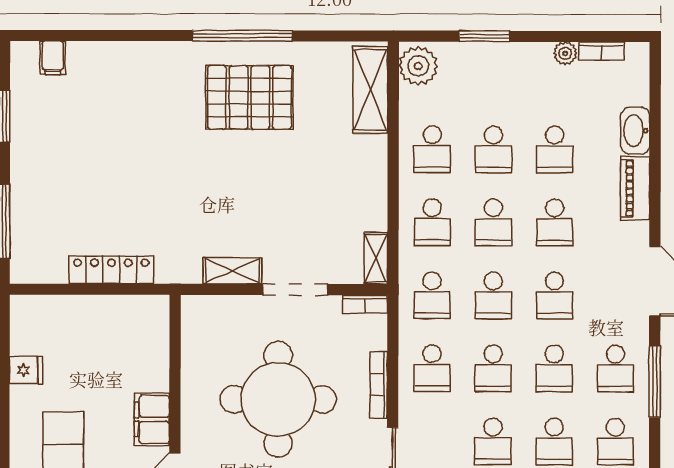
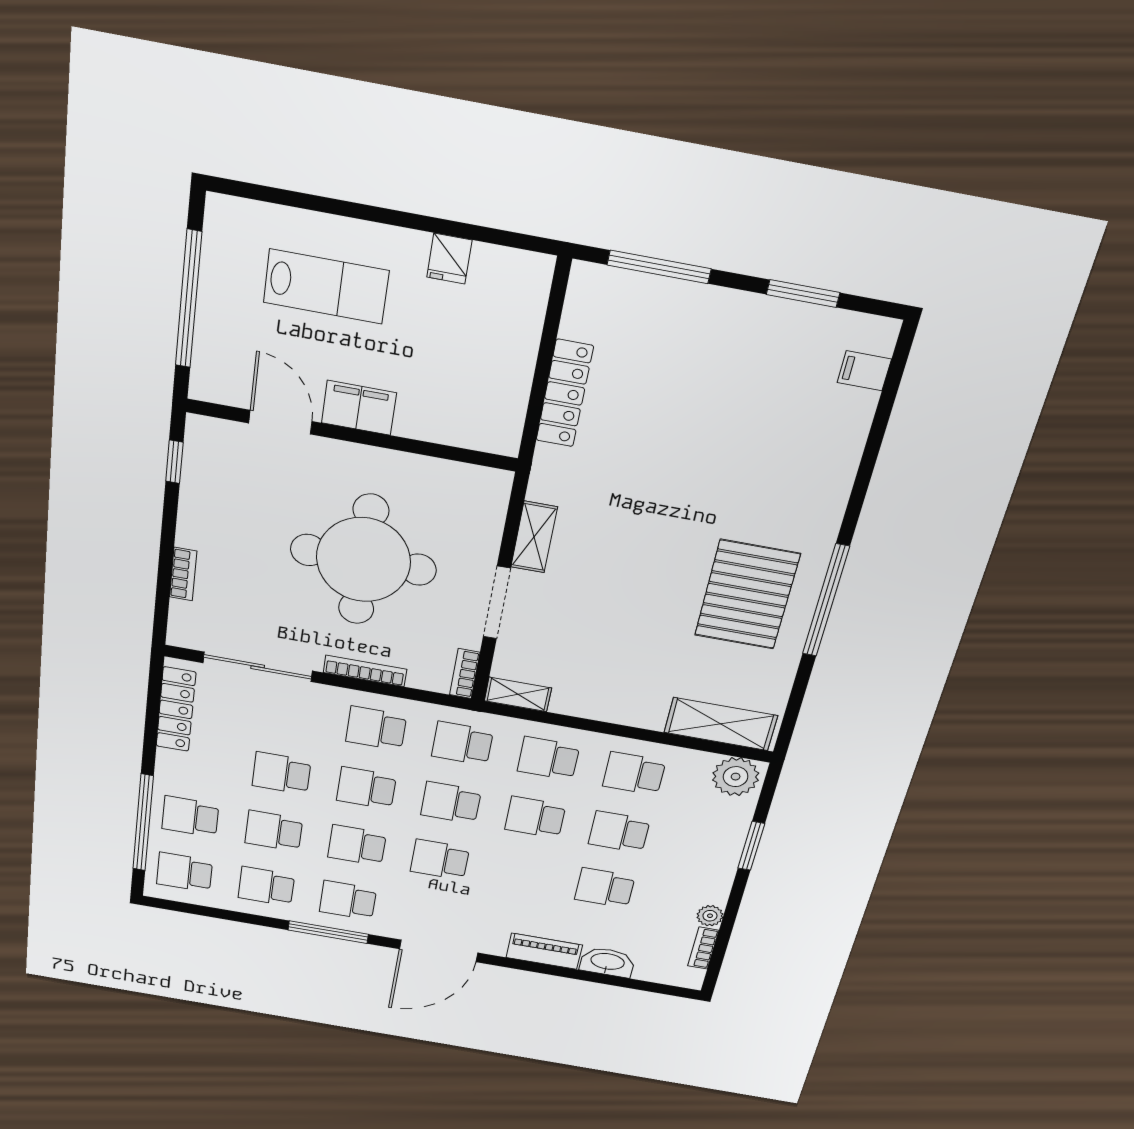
school desk: (555, 223) -> (522, 874), removed

